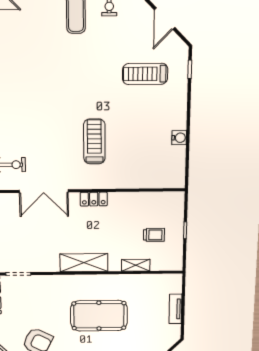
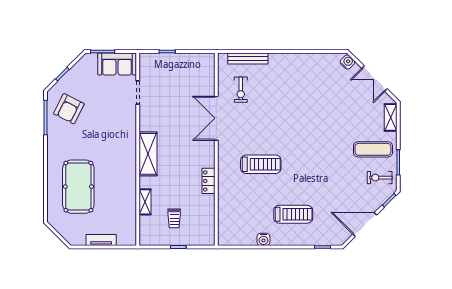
door: (165, 19) -> (365, 225), width x1.36
treadmill: (145, 74) -> (293, 214), moved, turned 90
locker: (94, 199) -> (208, 181), moved
pool table: (99, 316) -> (78, 187), moved

